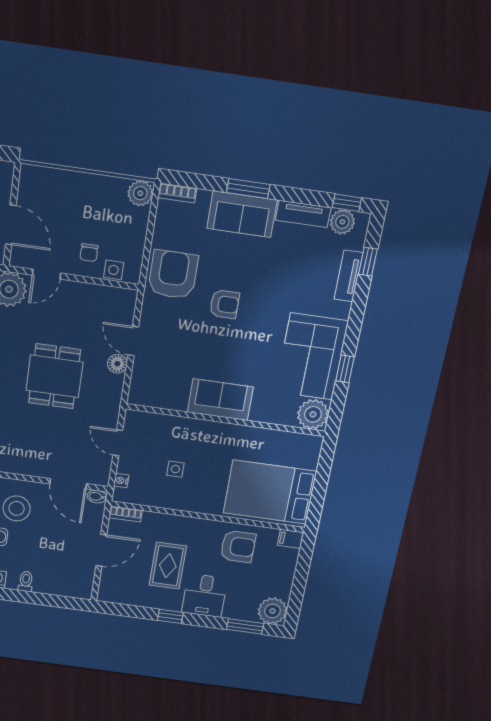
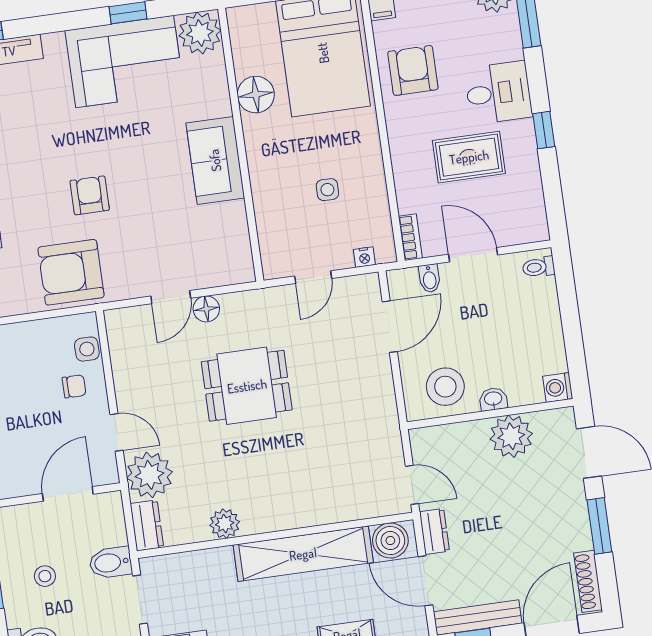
floor lamp: (257, 440) -> (256, 95), added
bidet: (97, 497) -> (429, 278), moved
toilet: (26, 581) -> (539, 267), moved

